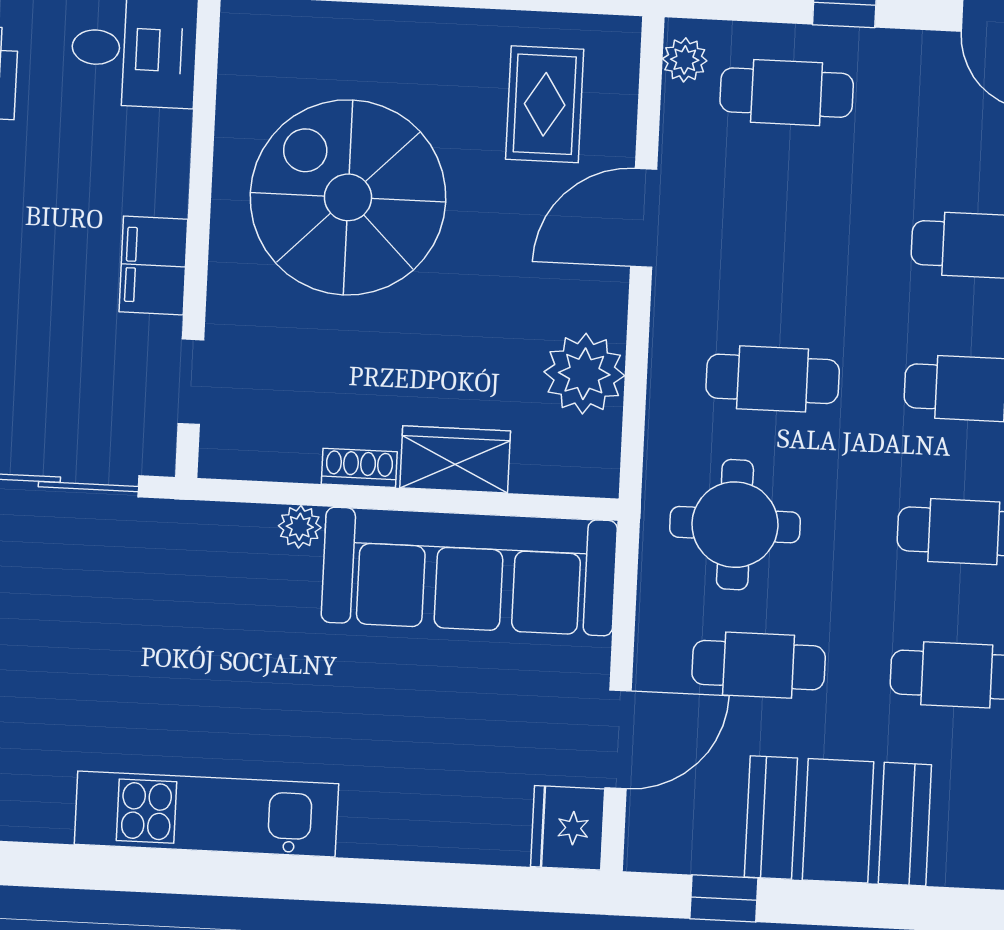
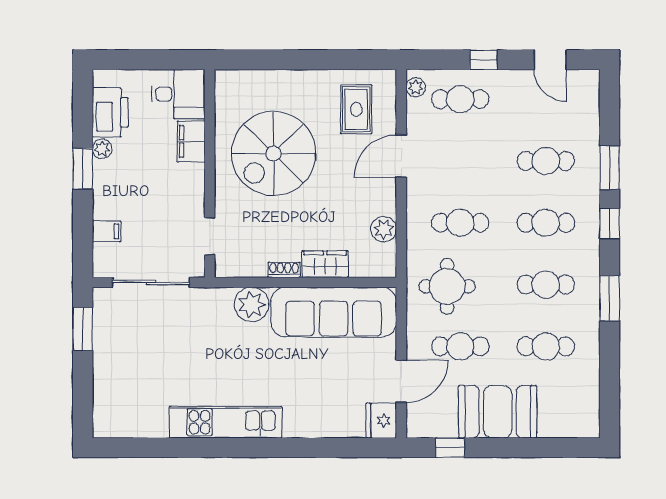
spiral stairs: (348, 197) -> (273, 154), turned -90
filing cabinet: (153, 266) -> (191, 141), moved
plant: (584, 374) -> (384, 229), width x0.73, depth x0.73
plant: (300, 527) -> (252, 304), width x1.87, depth x1.87

